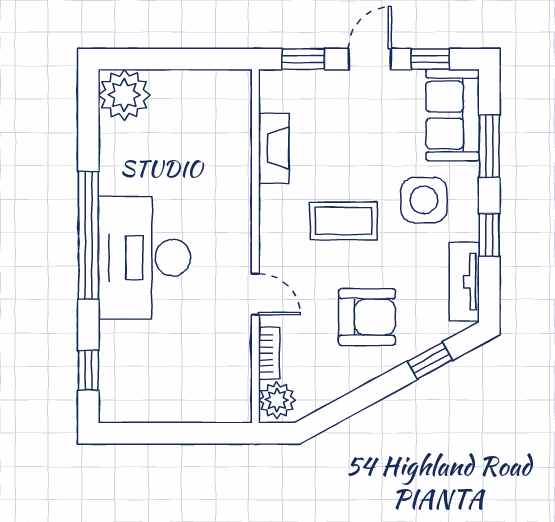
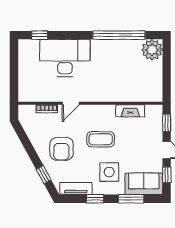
coffee table: (344, 221) -> (101, 139), turned 90
window: (88, 235) -> (119, 35), moved
desk: (144, 258) -> (65, 58), moved
plant: (277, 400) -> (28, 112), removed

